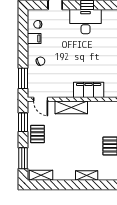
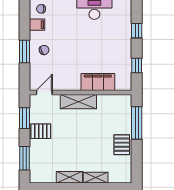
window: (23, 78) -> (25, 51), moved
door: (41, 99) -> (44, 93), swing flipped
pallet: (38, 134) -> (41, 131), turned 90
shelving: (41, 175) -> (69, 177), moved

